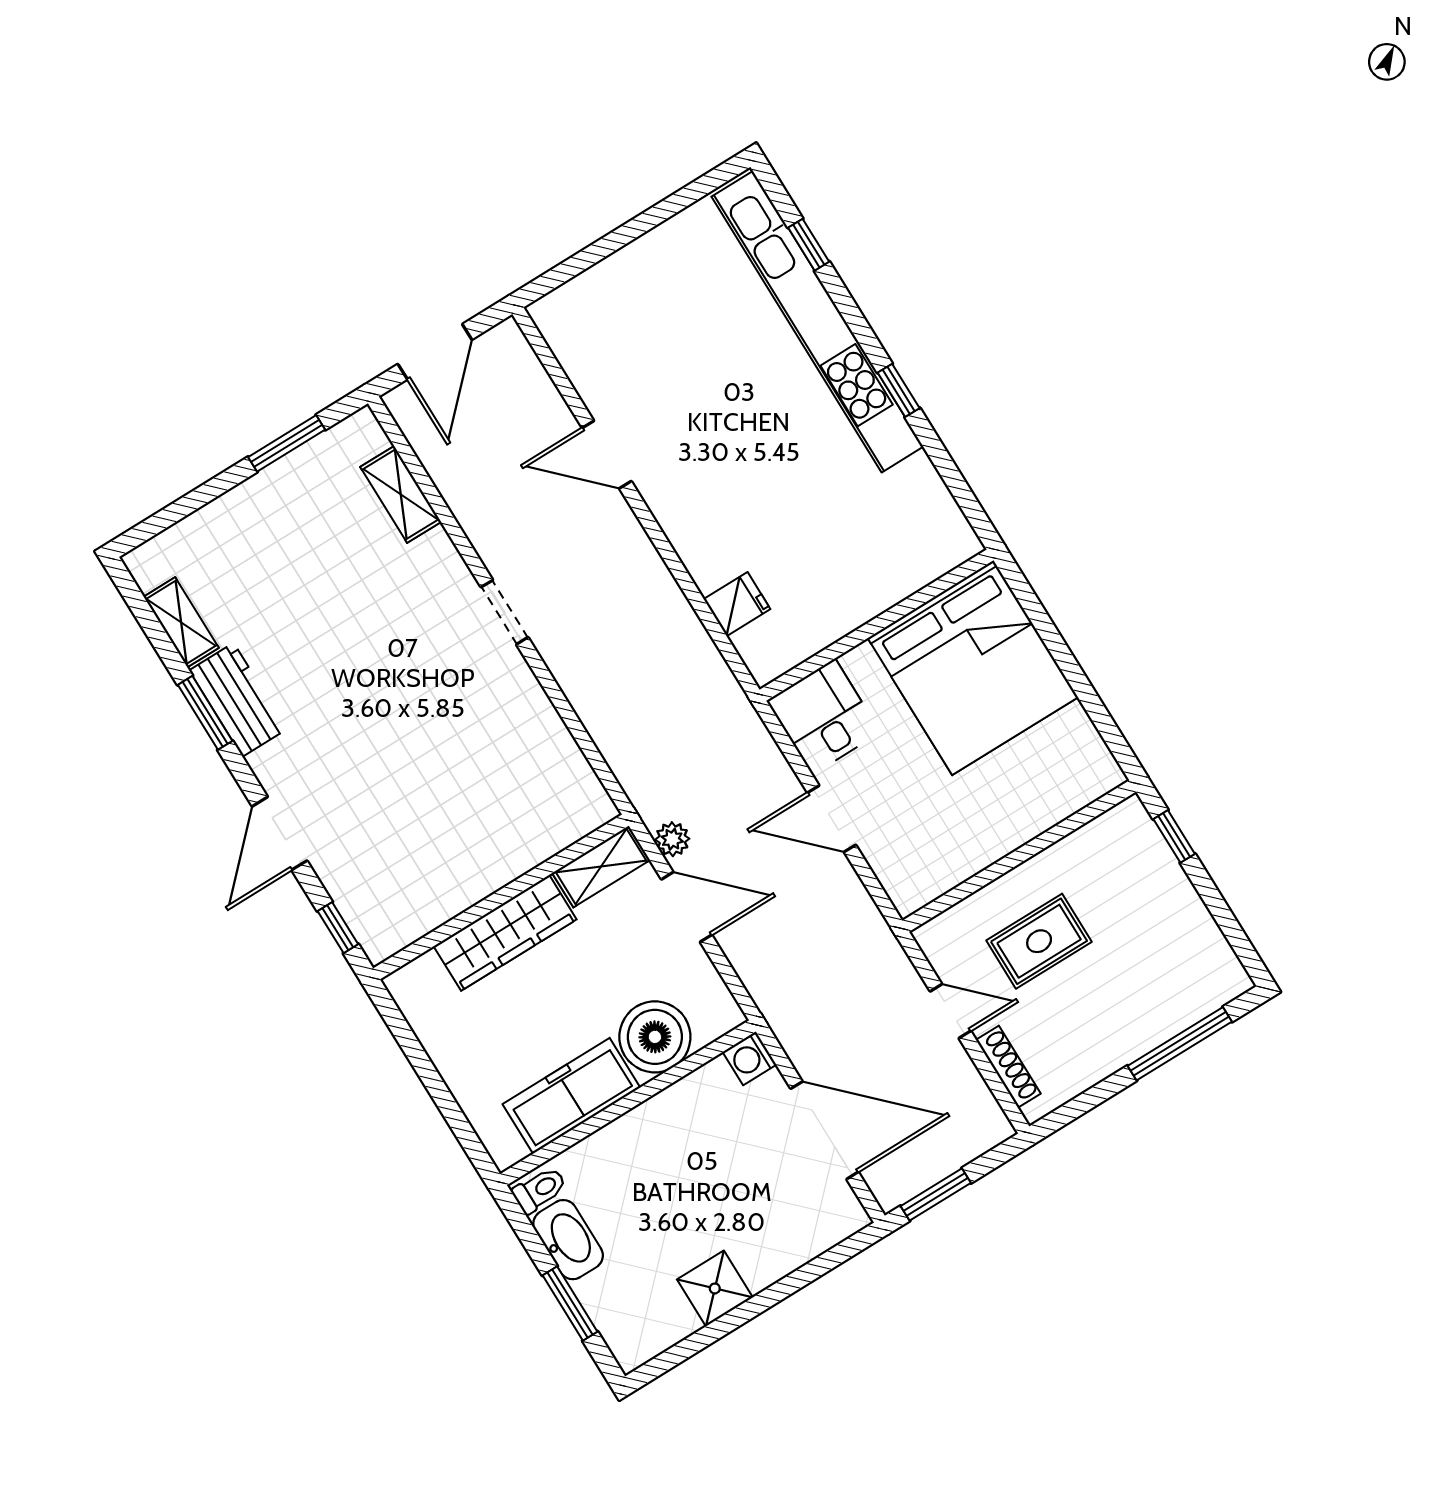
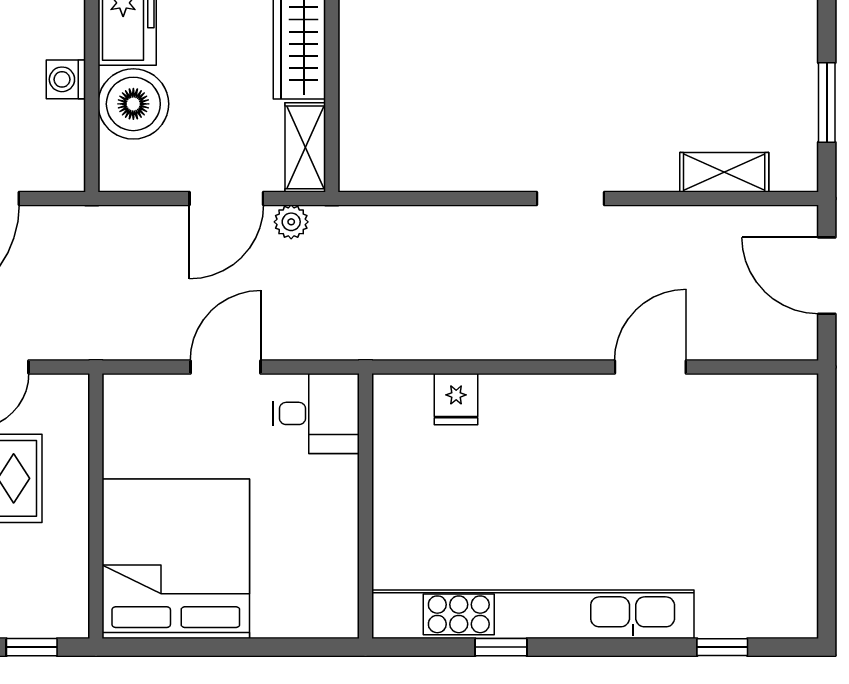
kitchen unit: (817, 322) -> (533, 614), moved
window: (899, 390) -> (501, 647), moved
bed: (973, 668) -> (176, 559), moved, turned 90
washing machine: (749, 1058) -> (66, 79), moved, turned -90

